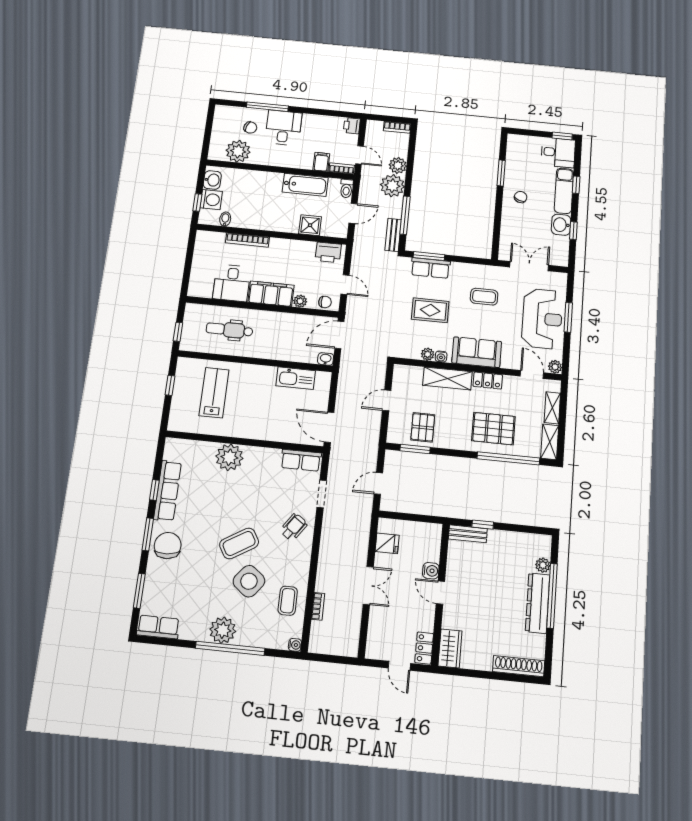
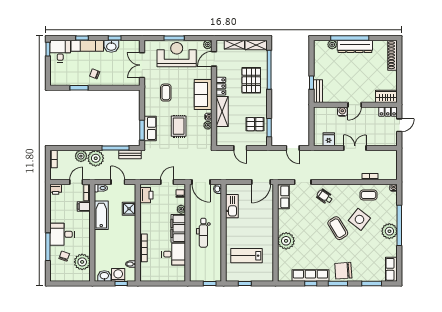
dental chair: (229, 330) -> (203, 233), moved

